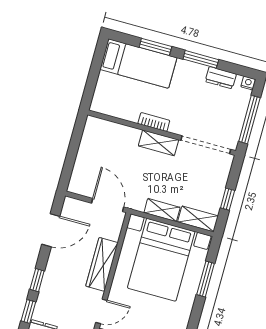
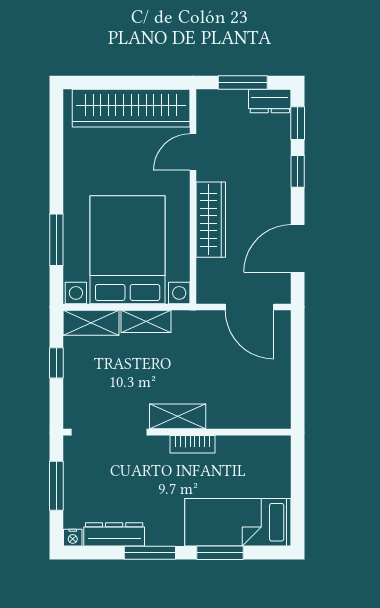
dresser: (221, 78) -> (114, 534), width x1.44
window: (249, 120) -> (56, 486), width x0.69
door: (108, 205) -> (249, 307), moved

